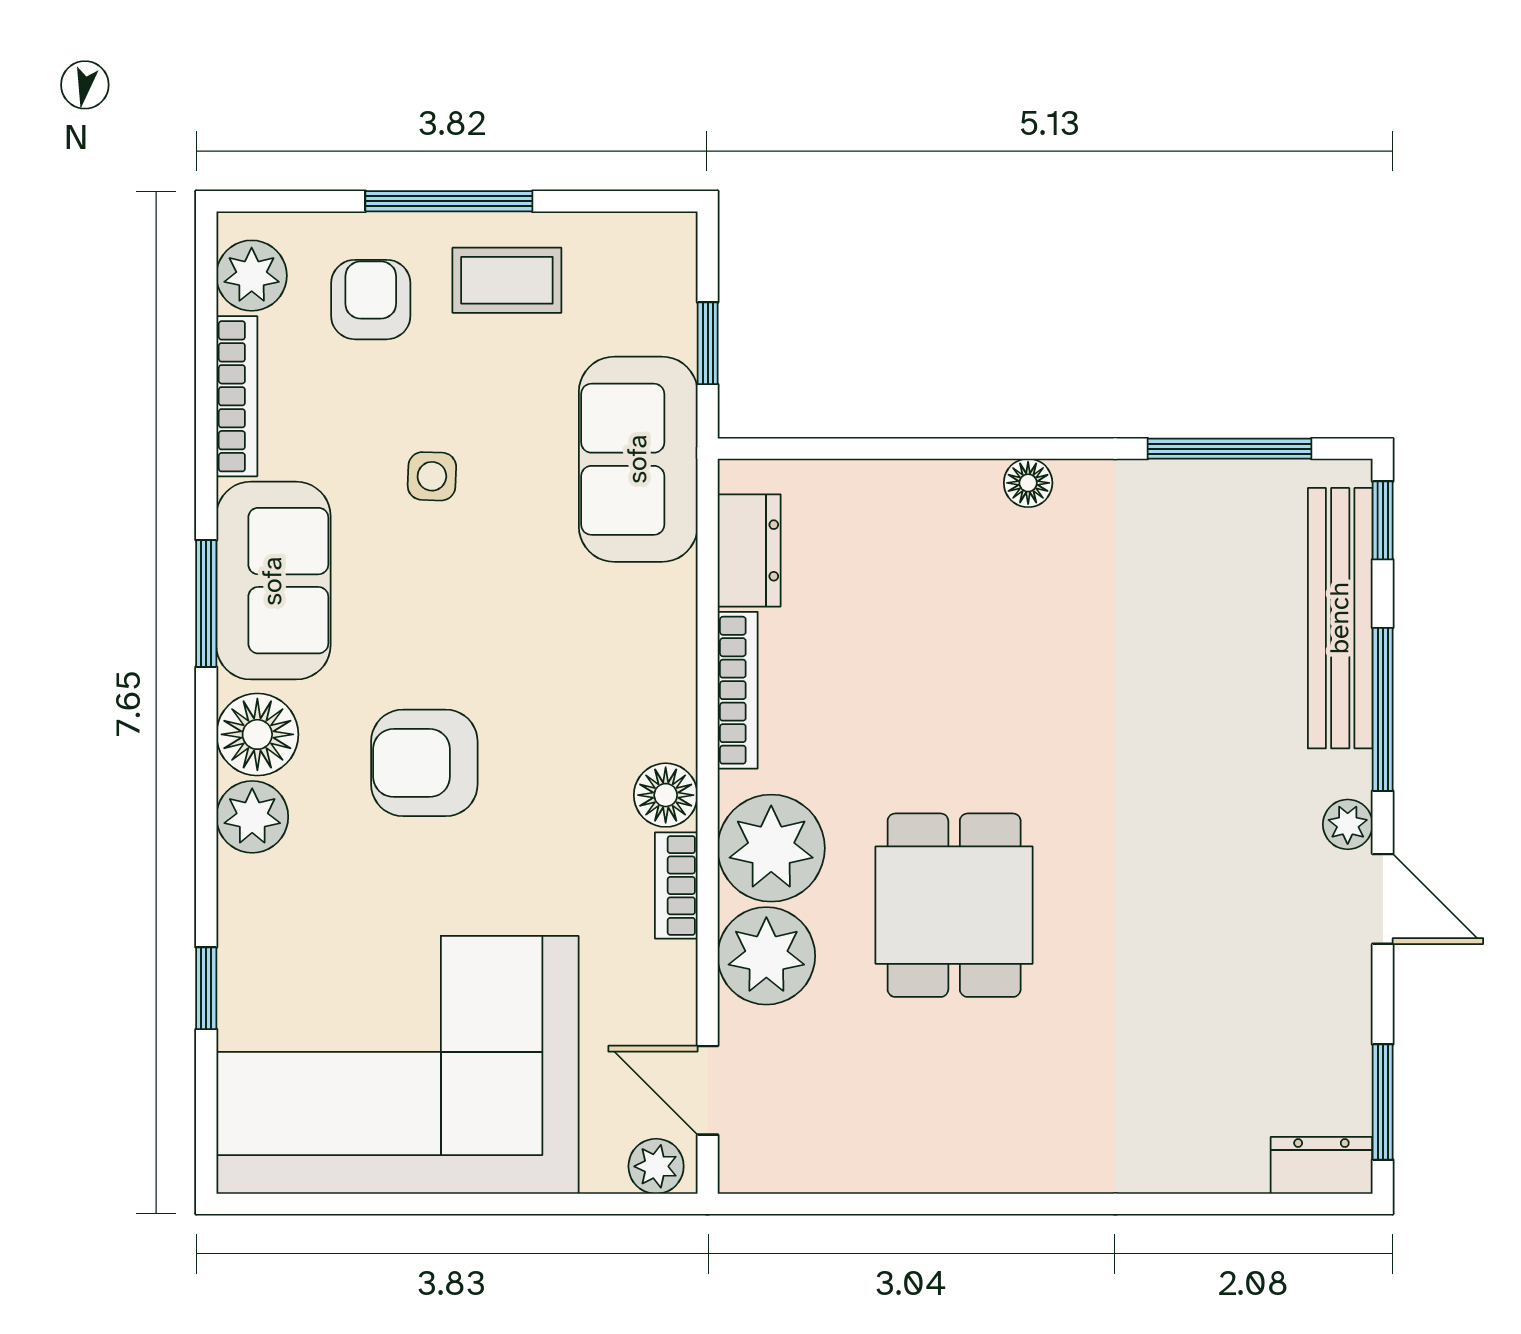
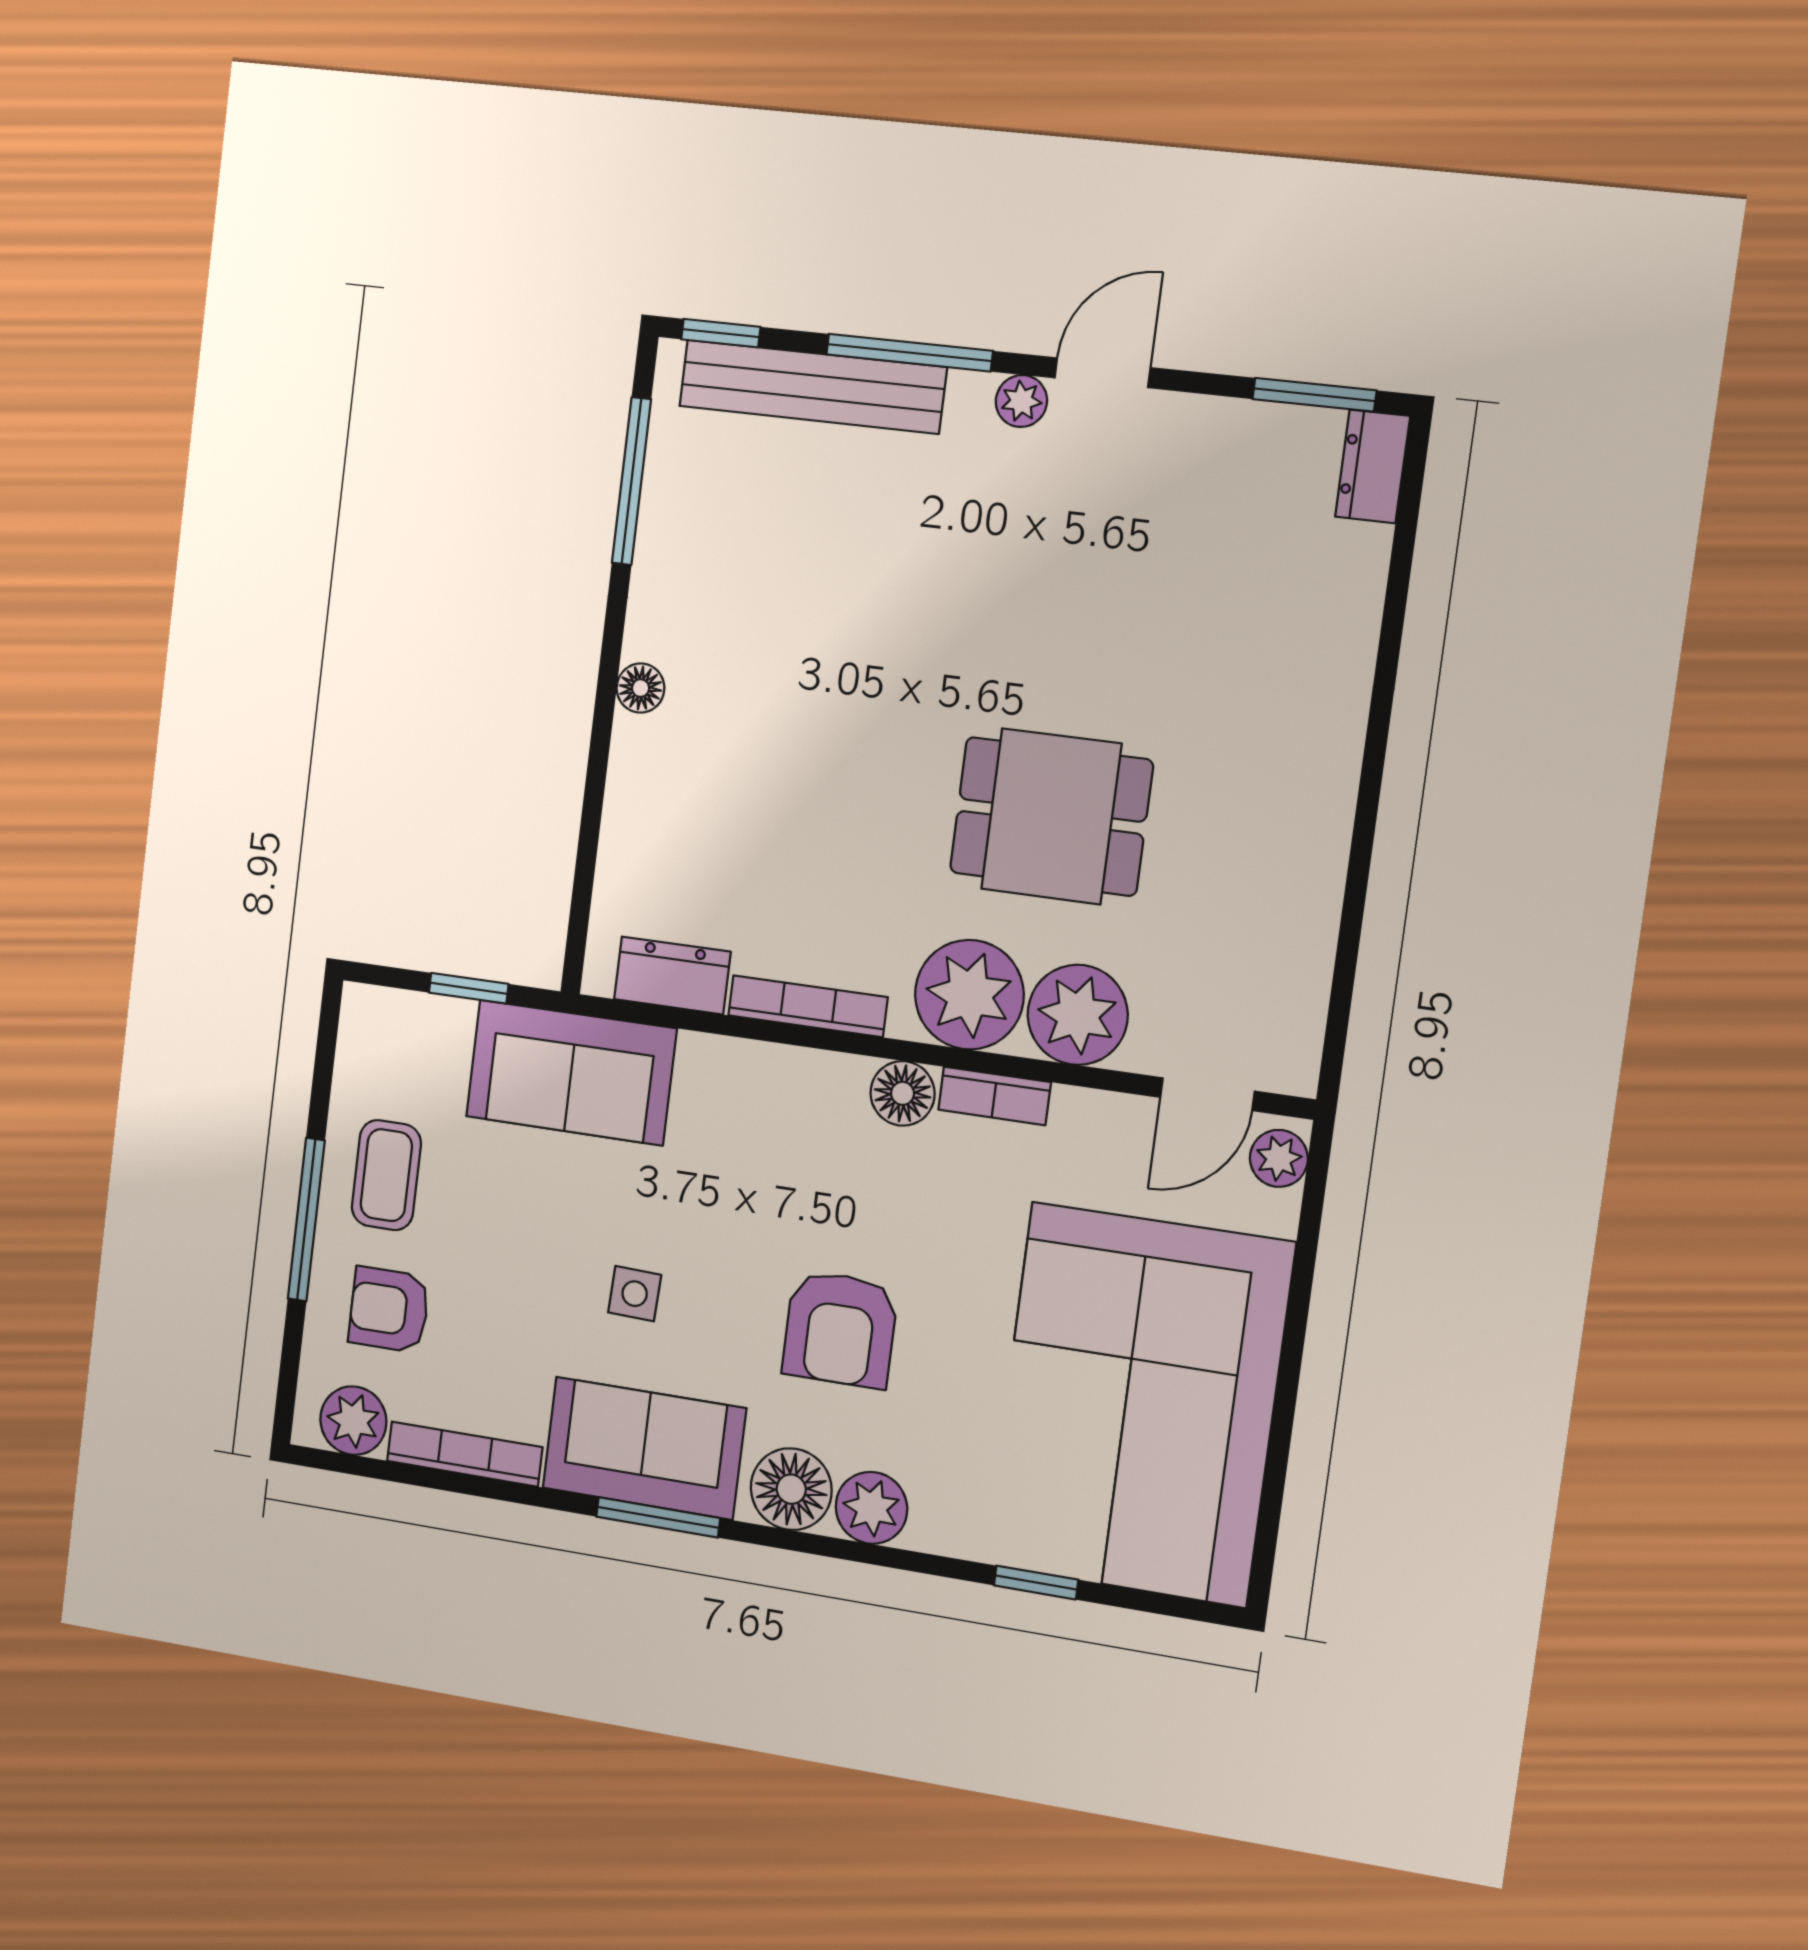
side table: (432, 476) -> (635, 1294), moved

